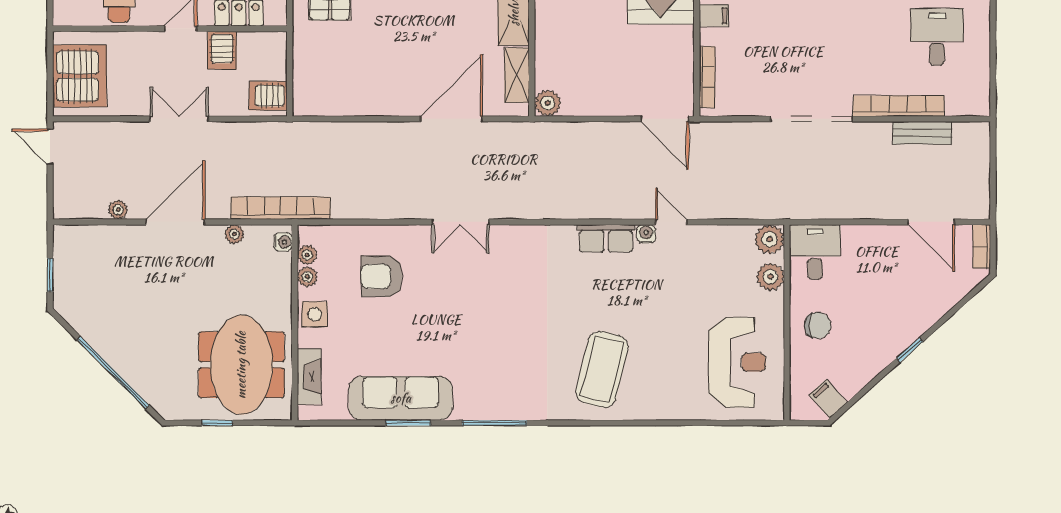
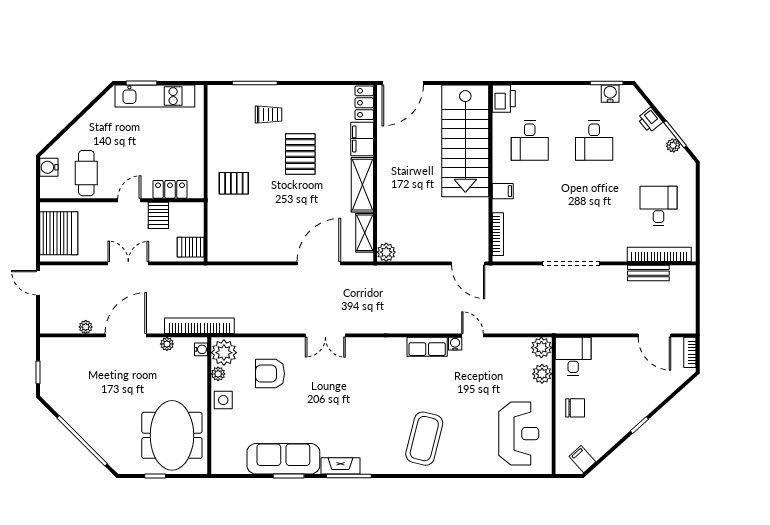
bookcase: (899, 106) -> (659, 254), moved
plant: (307, 255) -> (224, 353), width x1.87, depth x1.87
fireplace: (309, 377) -> (340, 466), moved, turned -90

